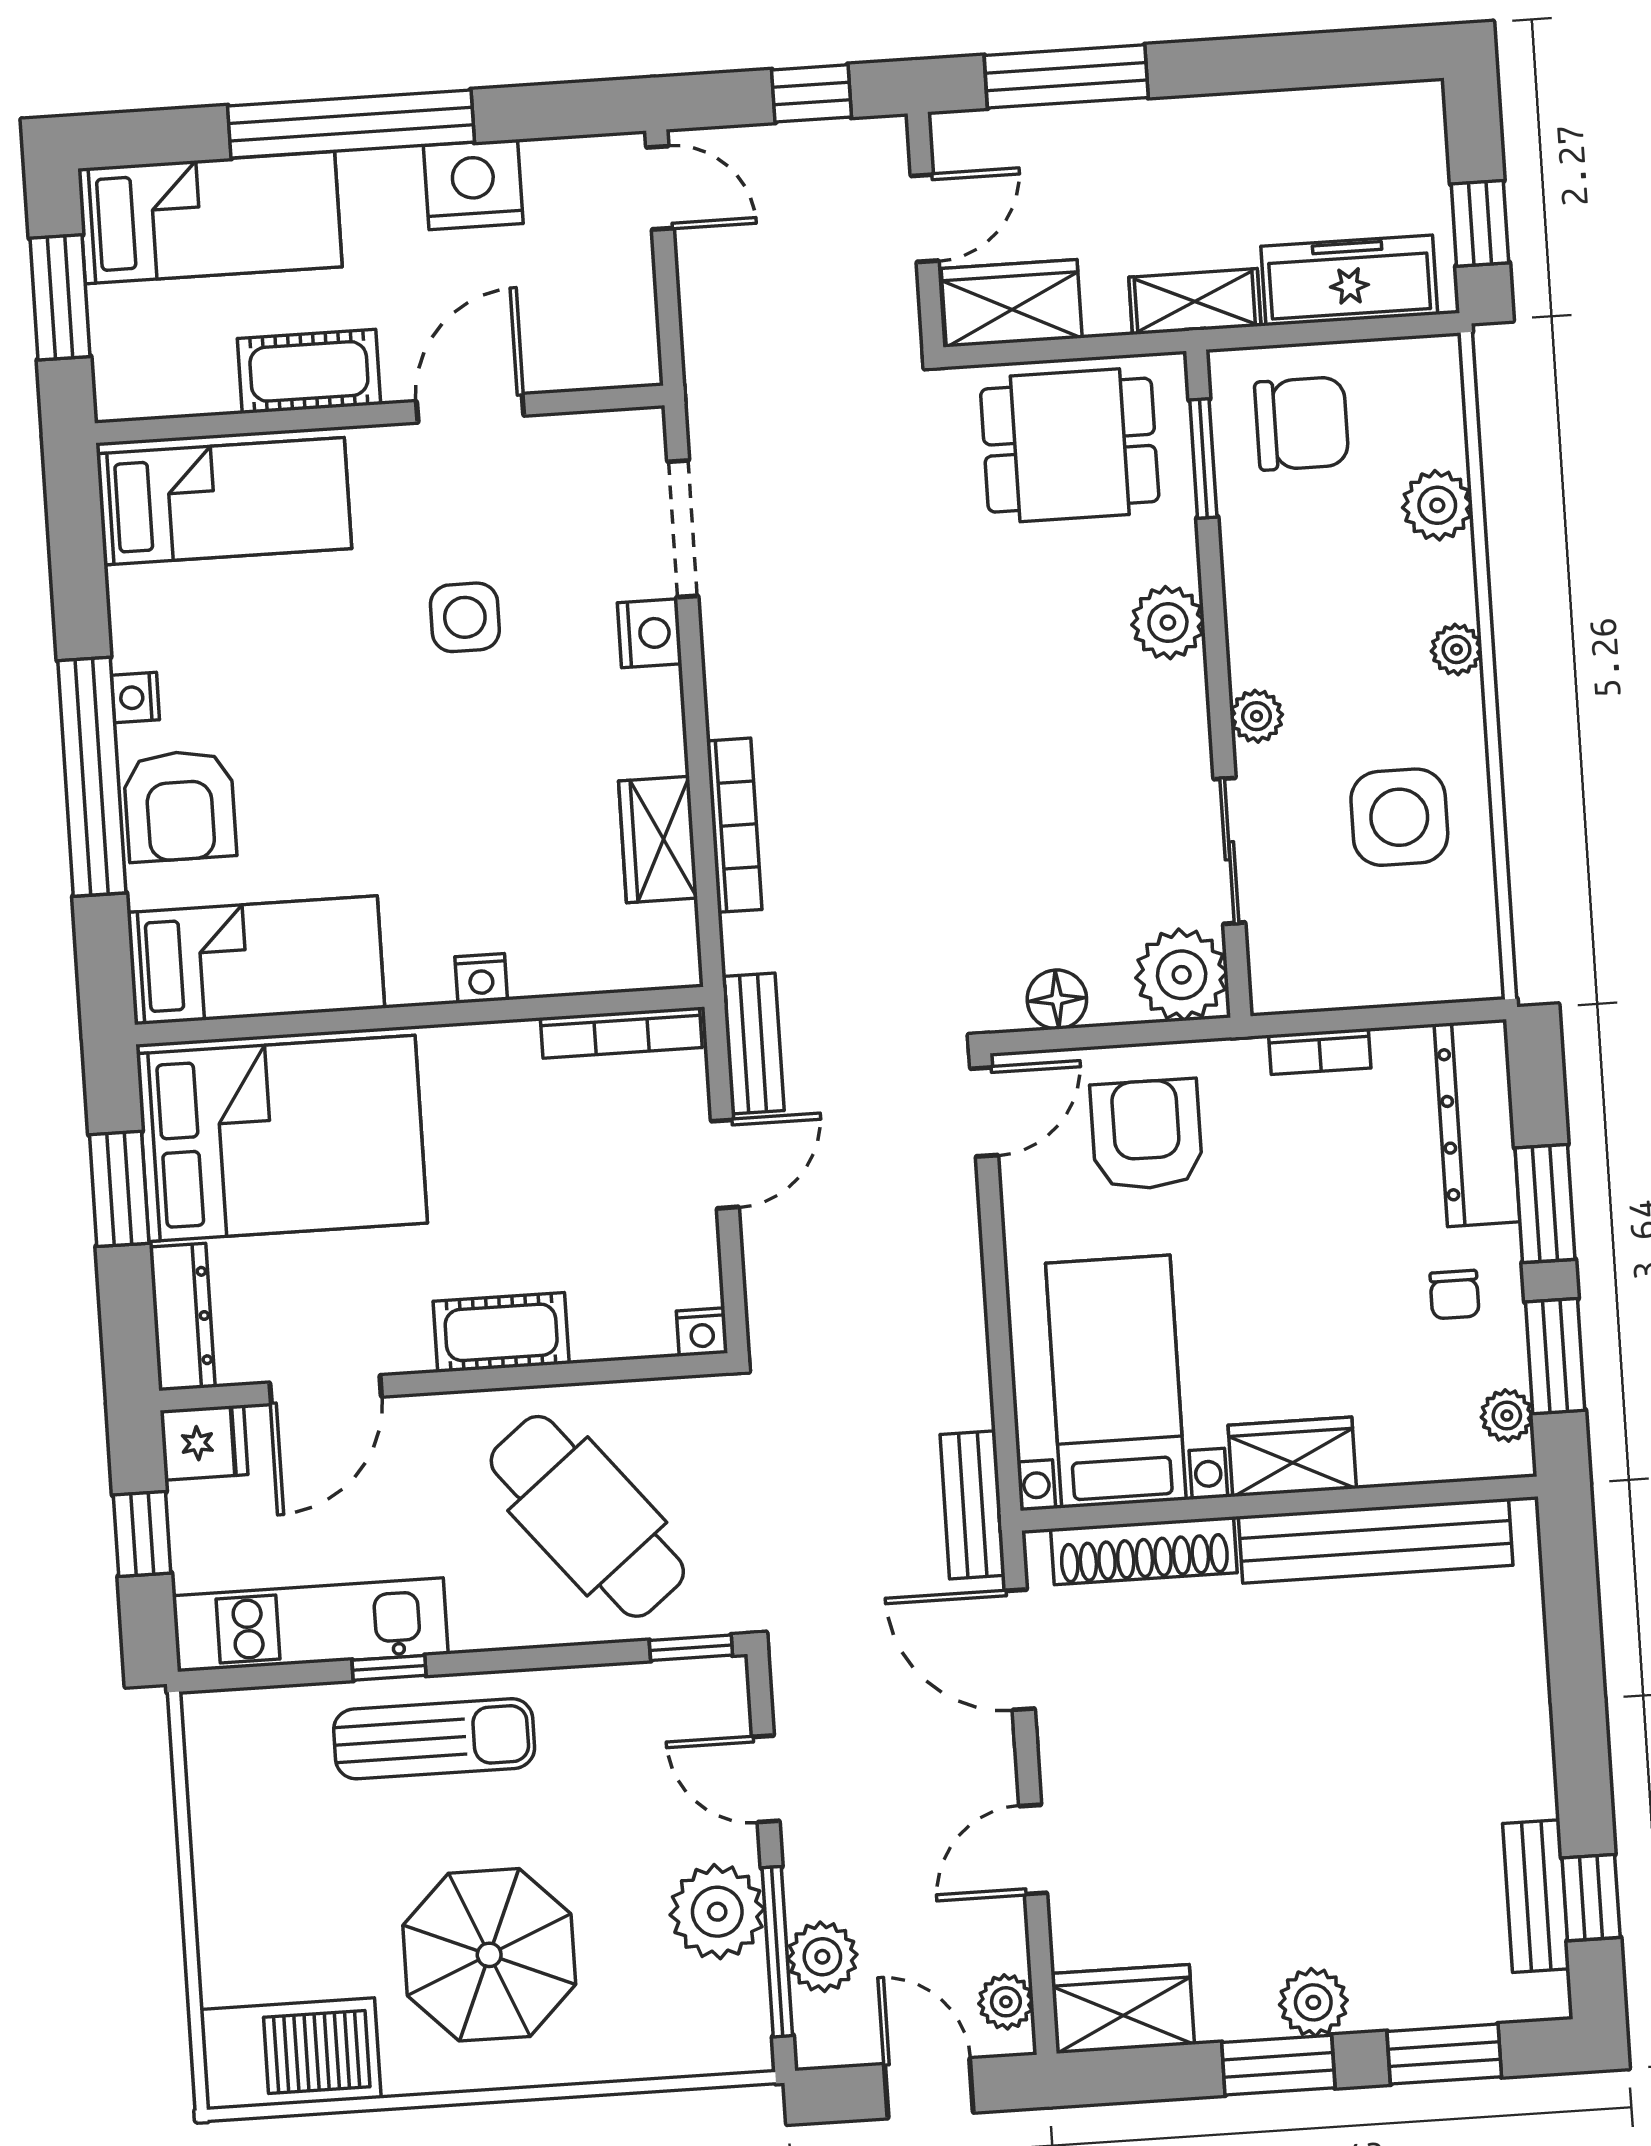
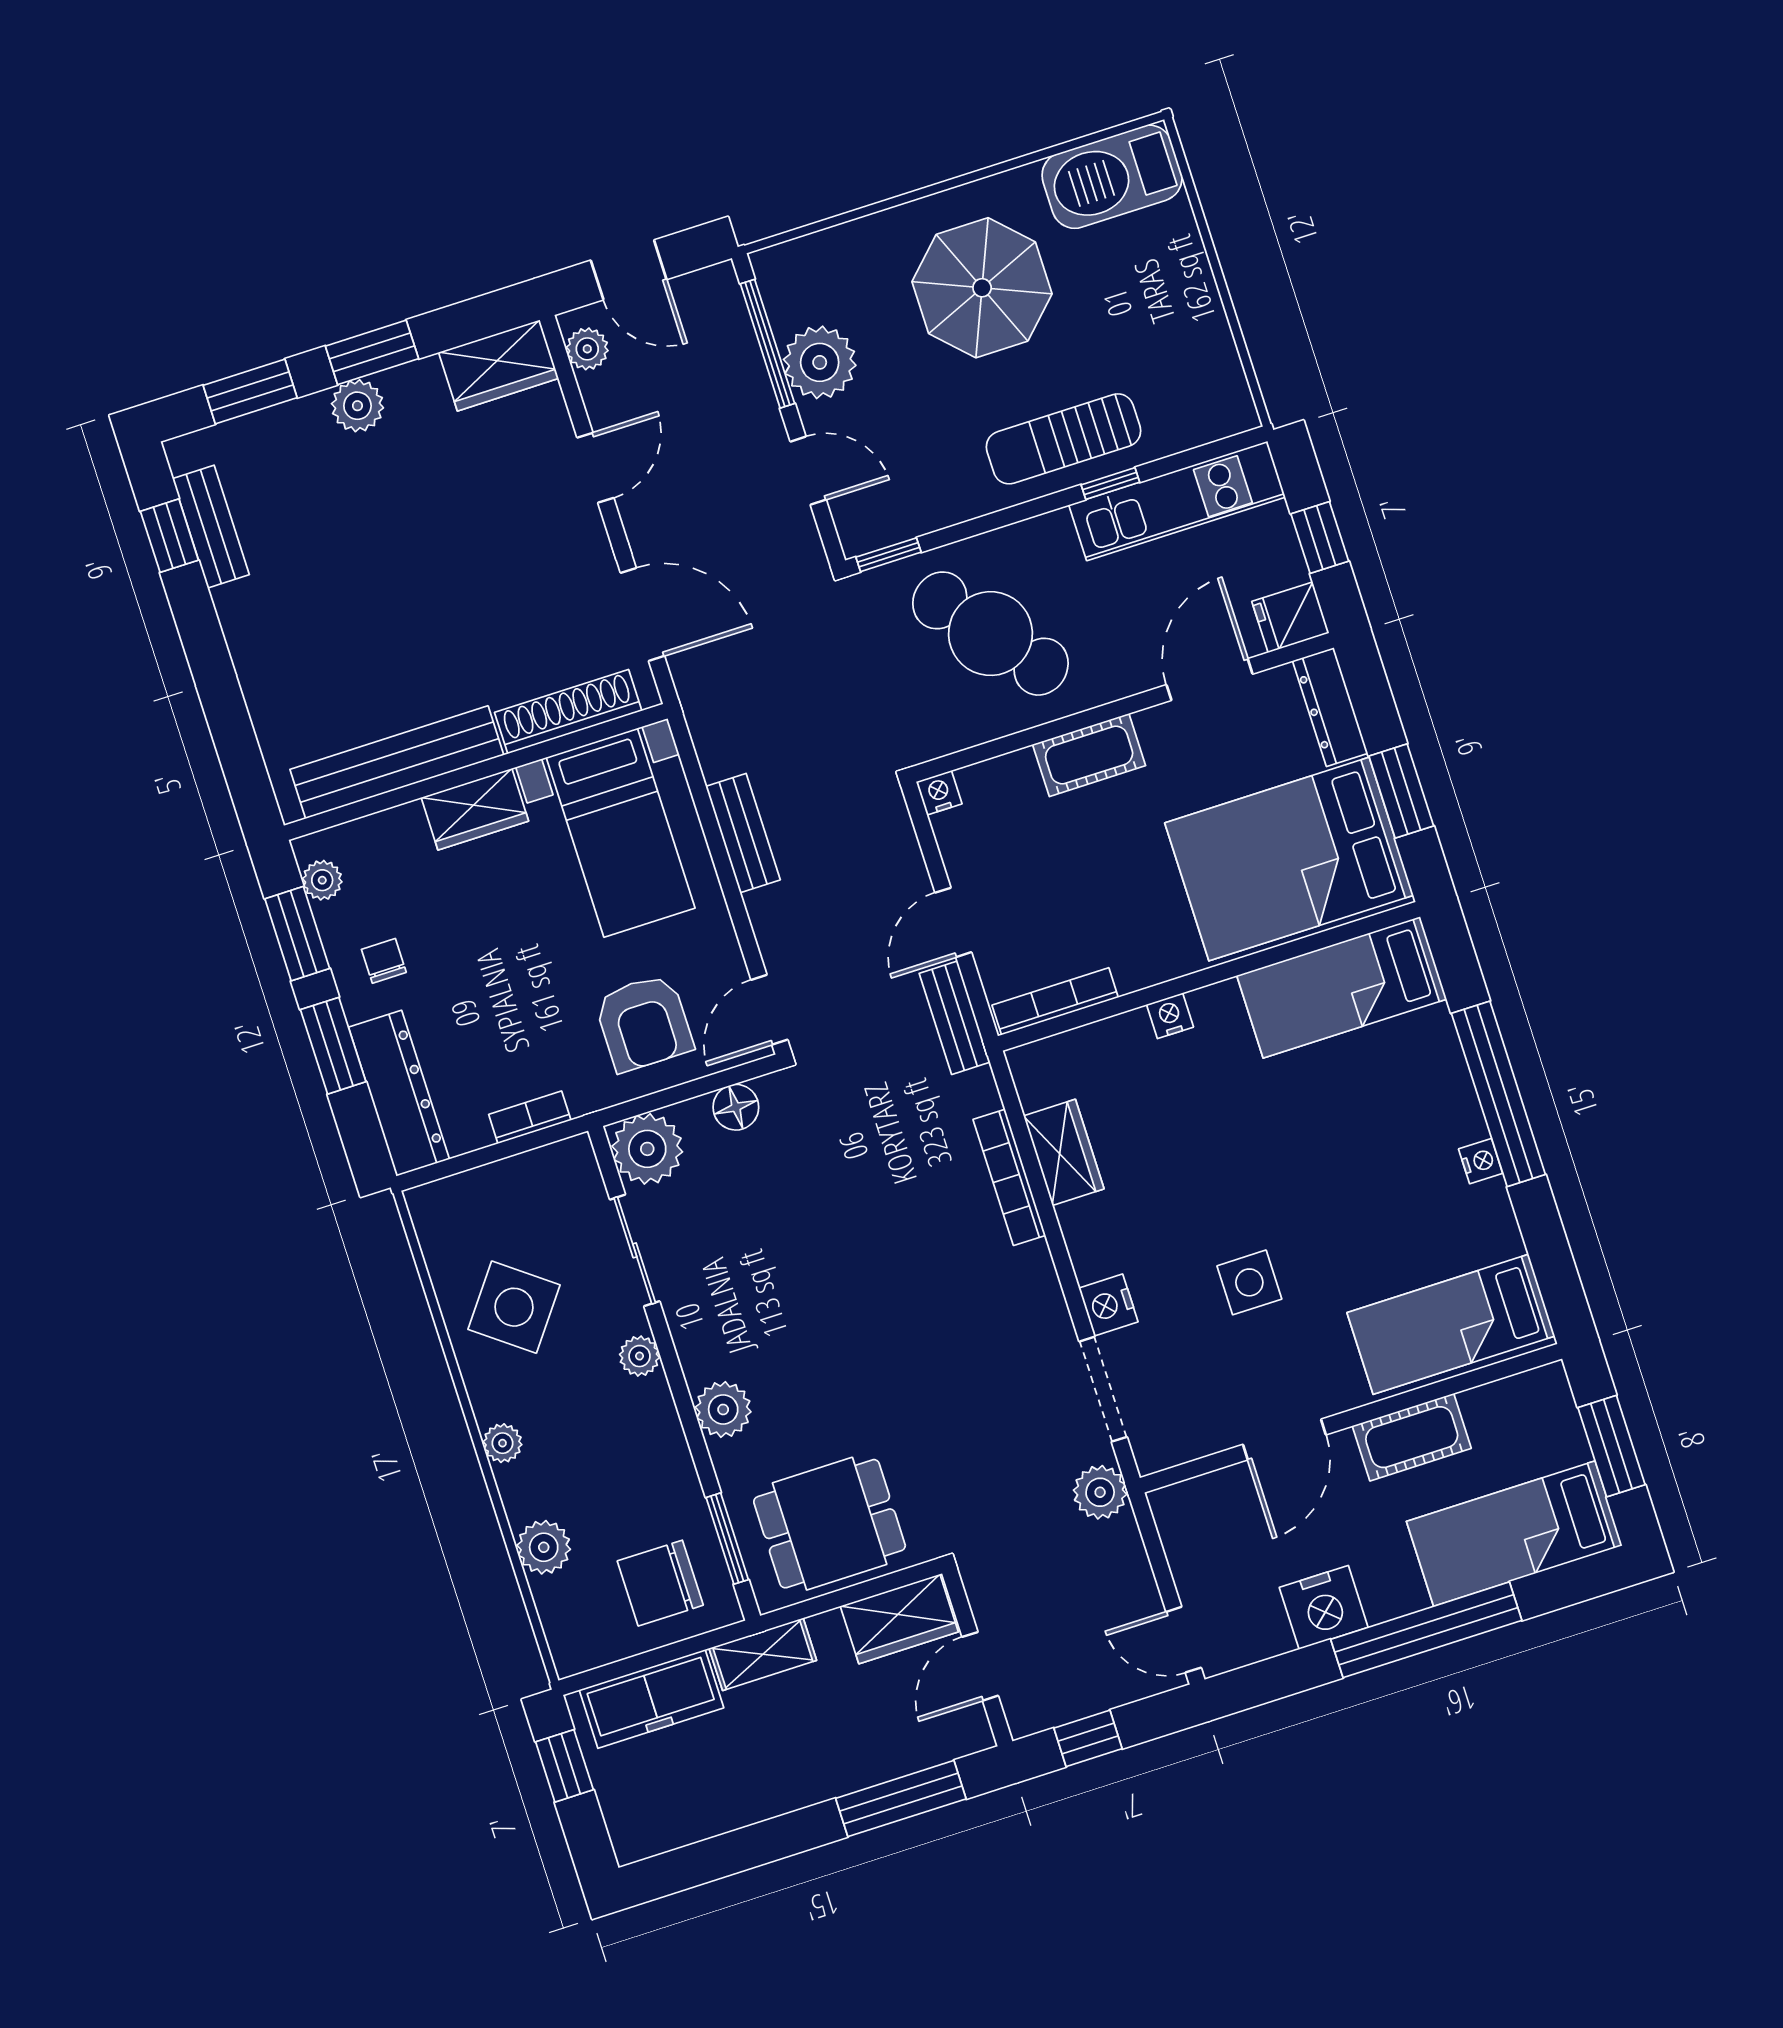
armchair: (180, 806) -> (1427, 1089), removed
side table: (1399, 817) -> (514, 1307), turned 37
bench: (973, 1505) -> (743, 833), moved
plant: (822, 1957) -> (1100, 1492), moved

